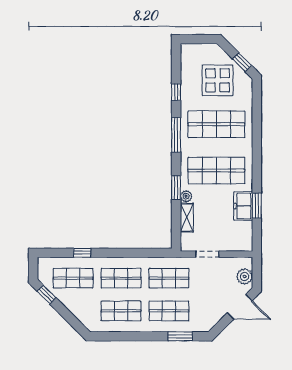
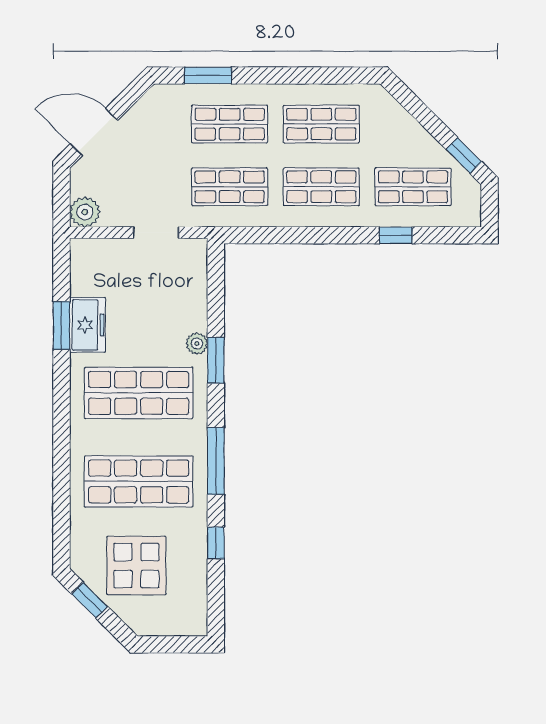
shelving: (187, 218) -> (195, 303), removed
plant: (245, 276) -> (85, 212), moved

